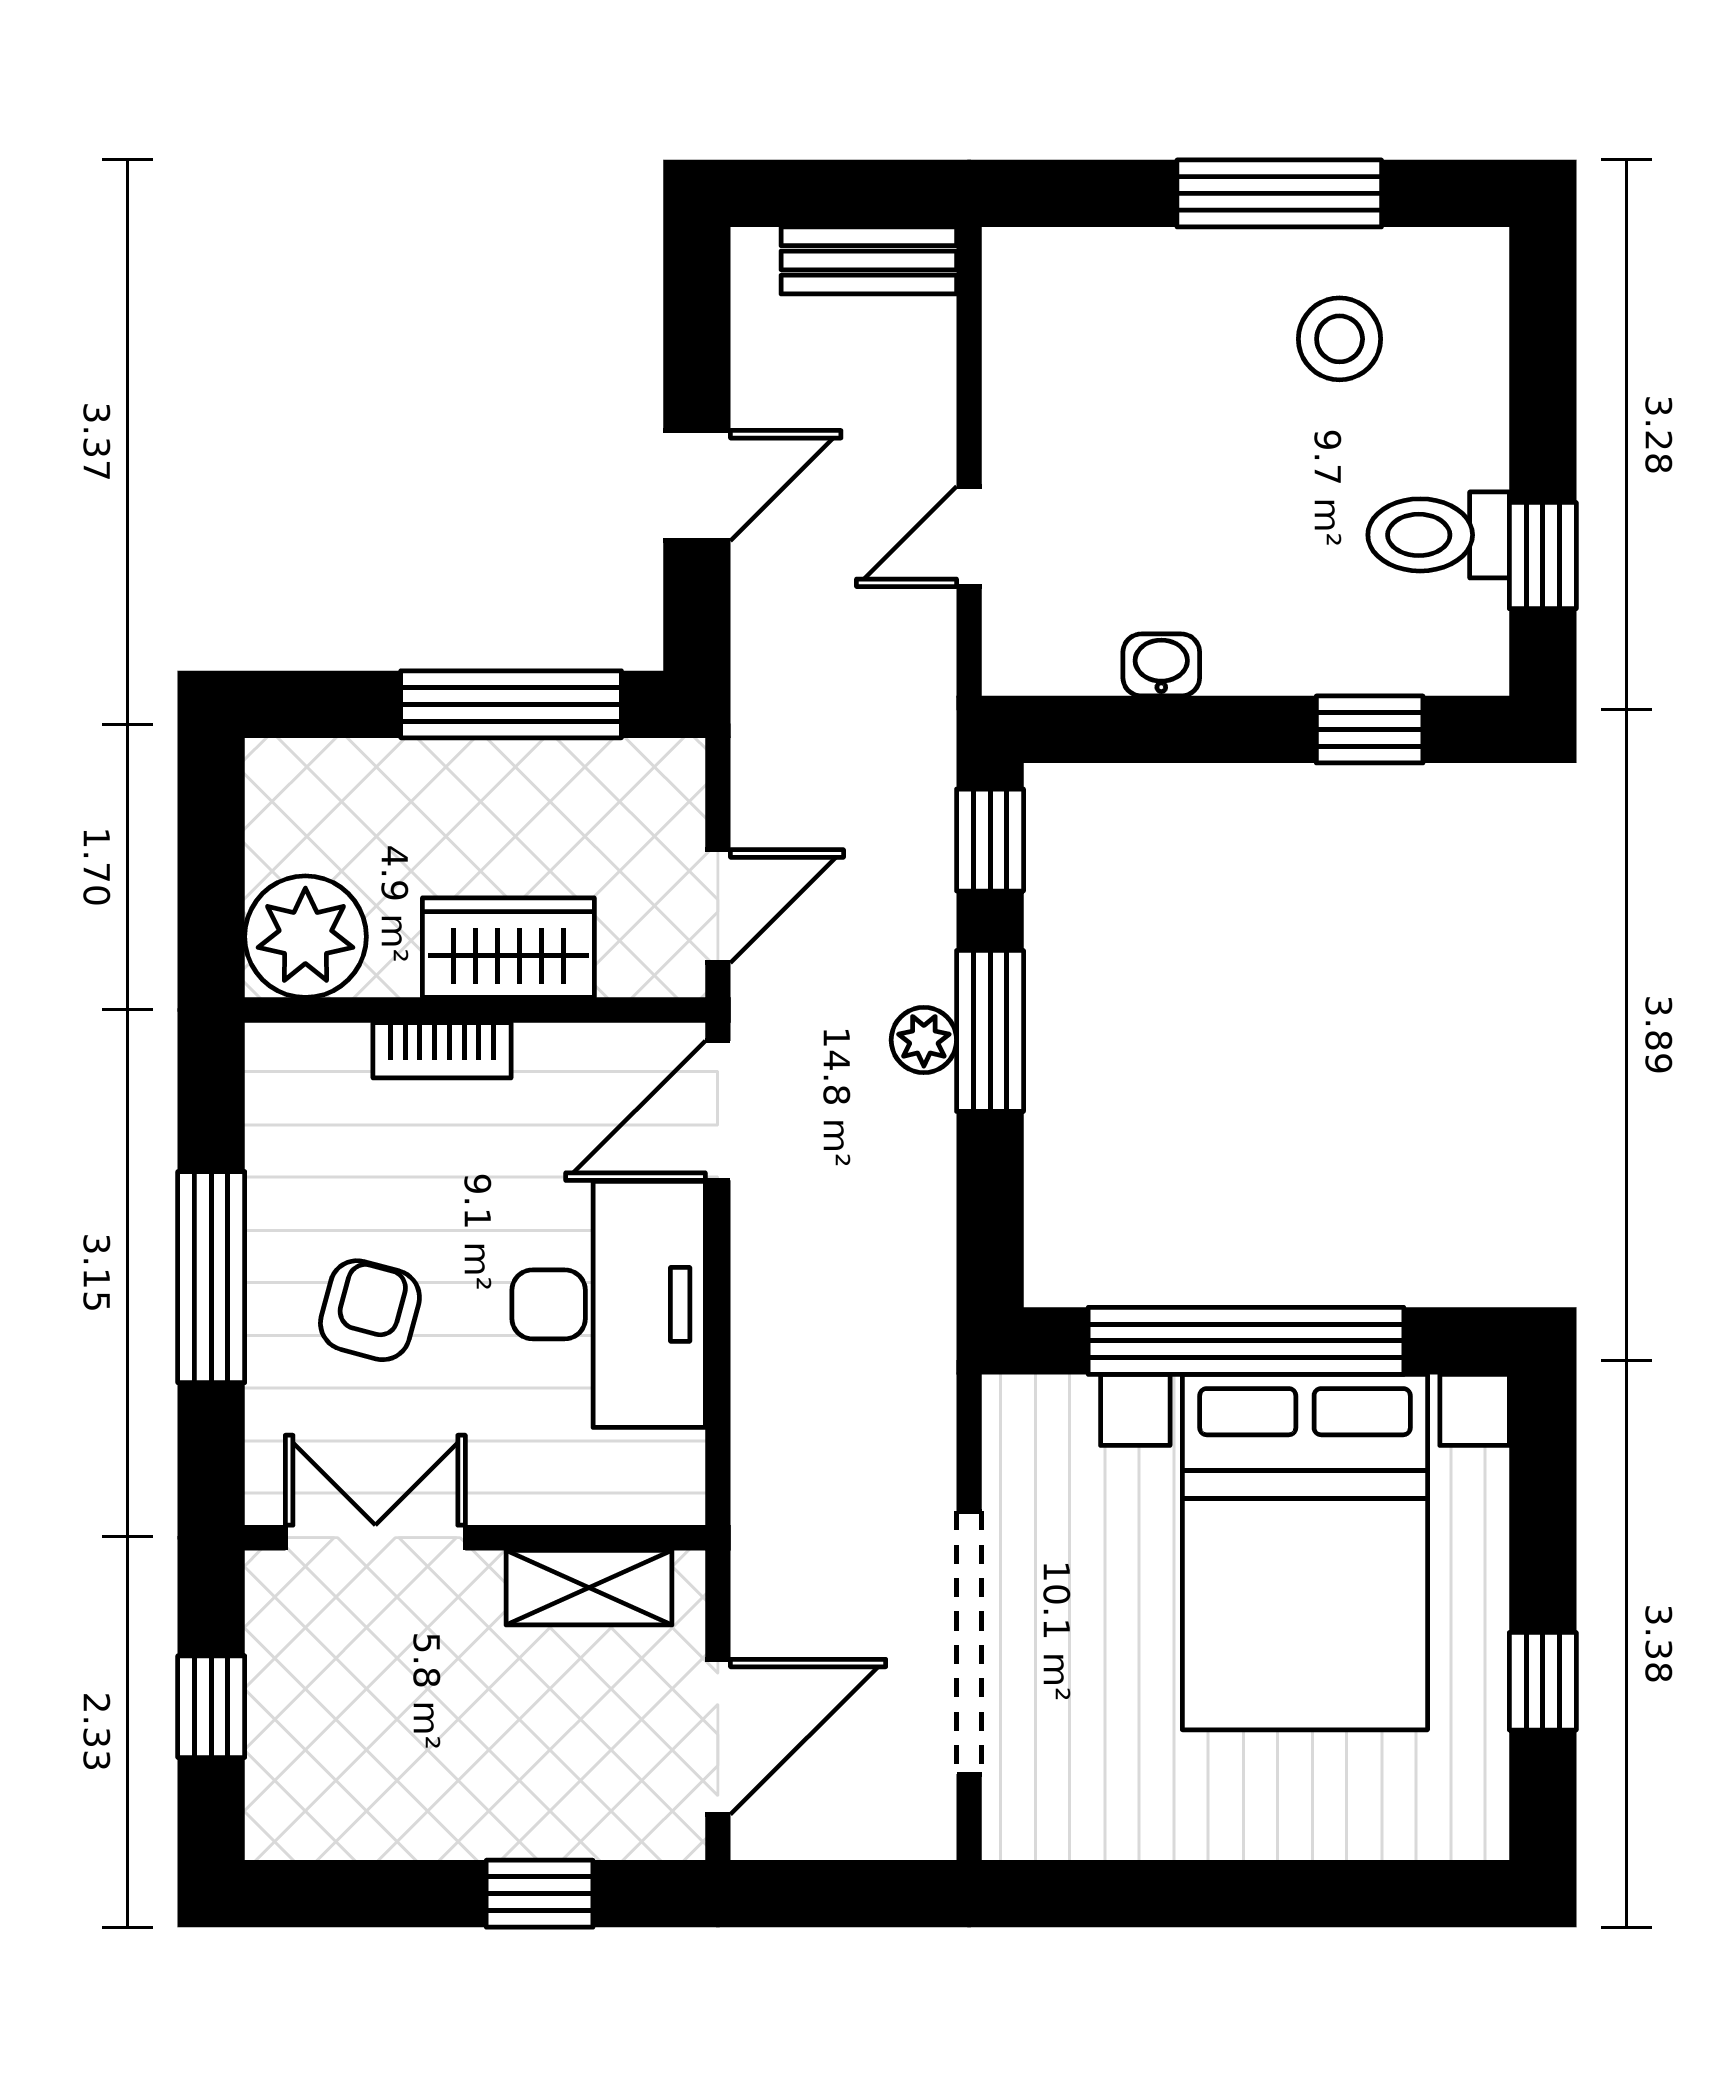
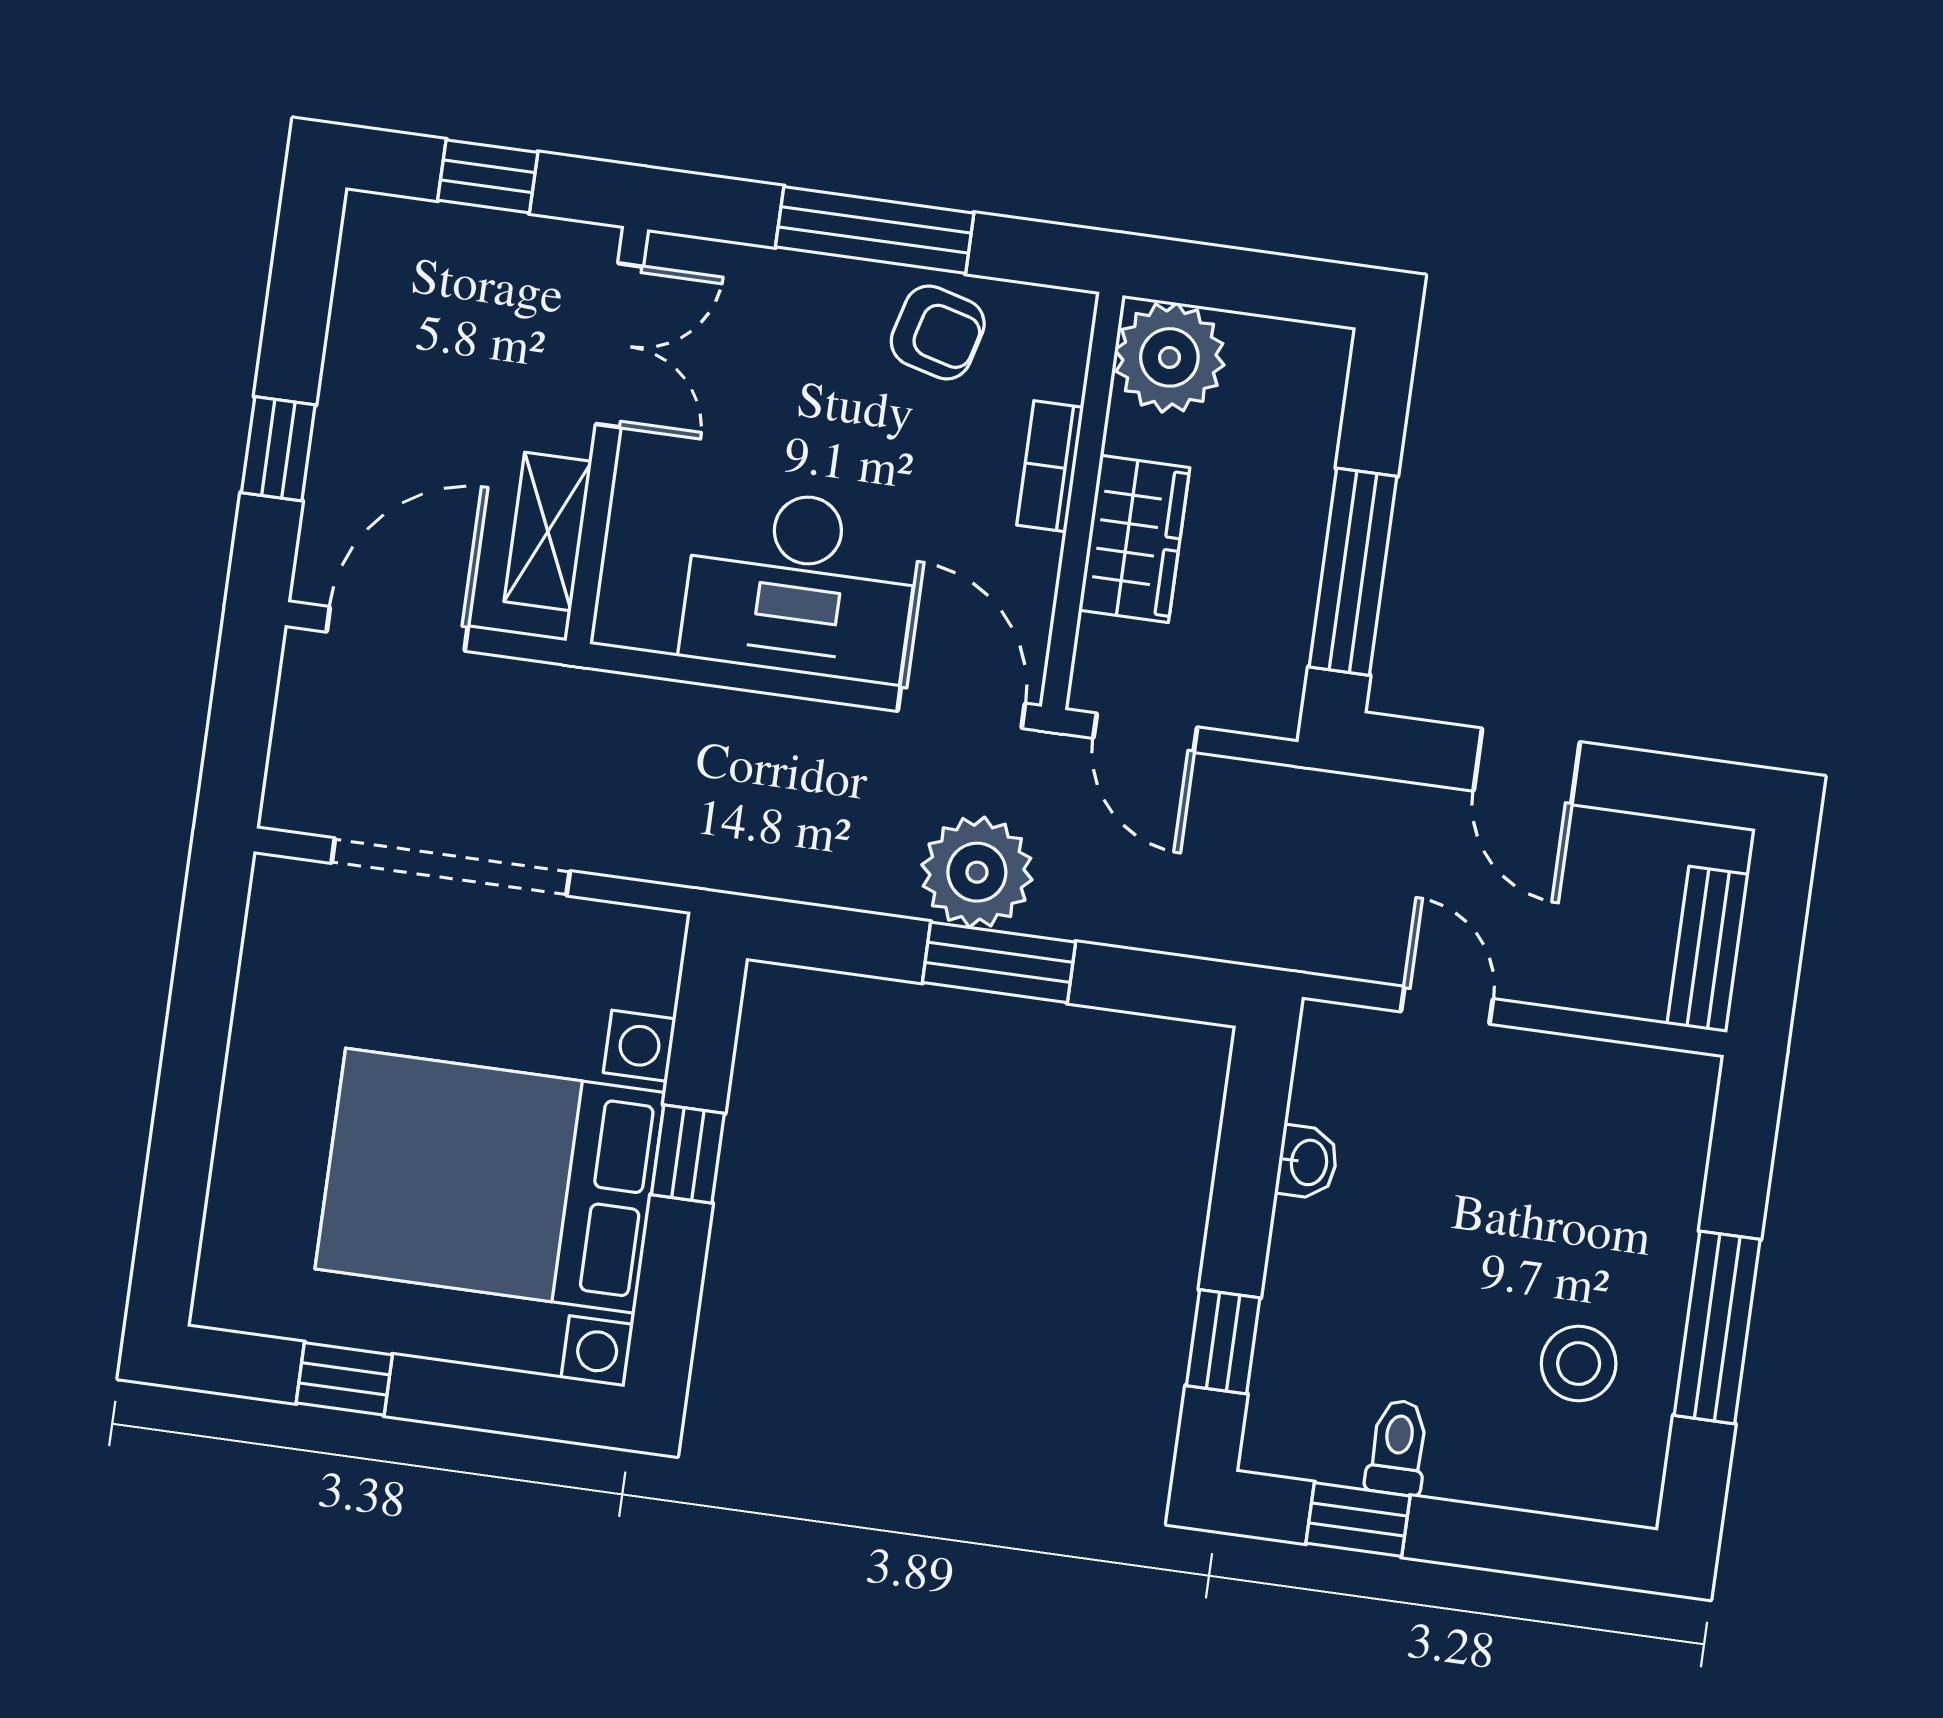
toilet: (1439, 535) -> (1398, 1447), width x0.73, depth x0.72
window: (990, 840) -> (1171, 986), removed
plant: (924, 1040) -> (977, 872), width x1.88, depth x1.88
armchair: (370, 1310) -> (938, 332), moved
window: (1246, 1341) -> (688, 1154), width x0.32
door: (718, 1737) -> (397, 629), swing flipped

